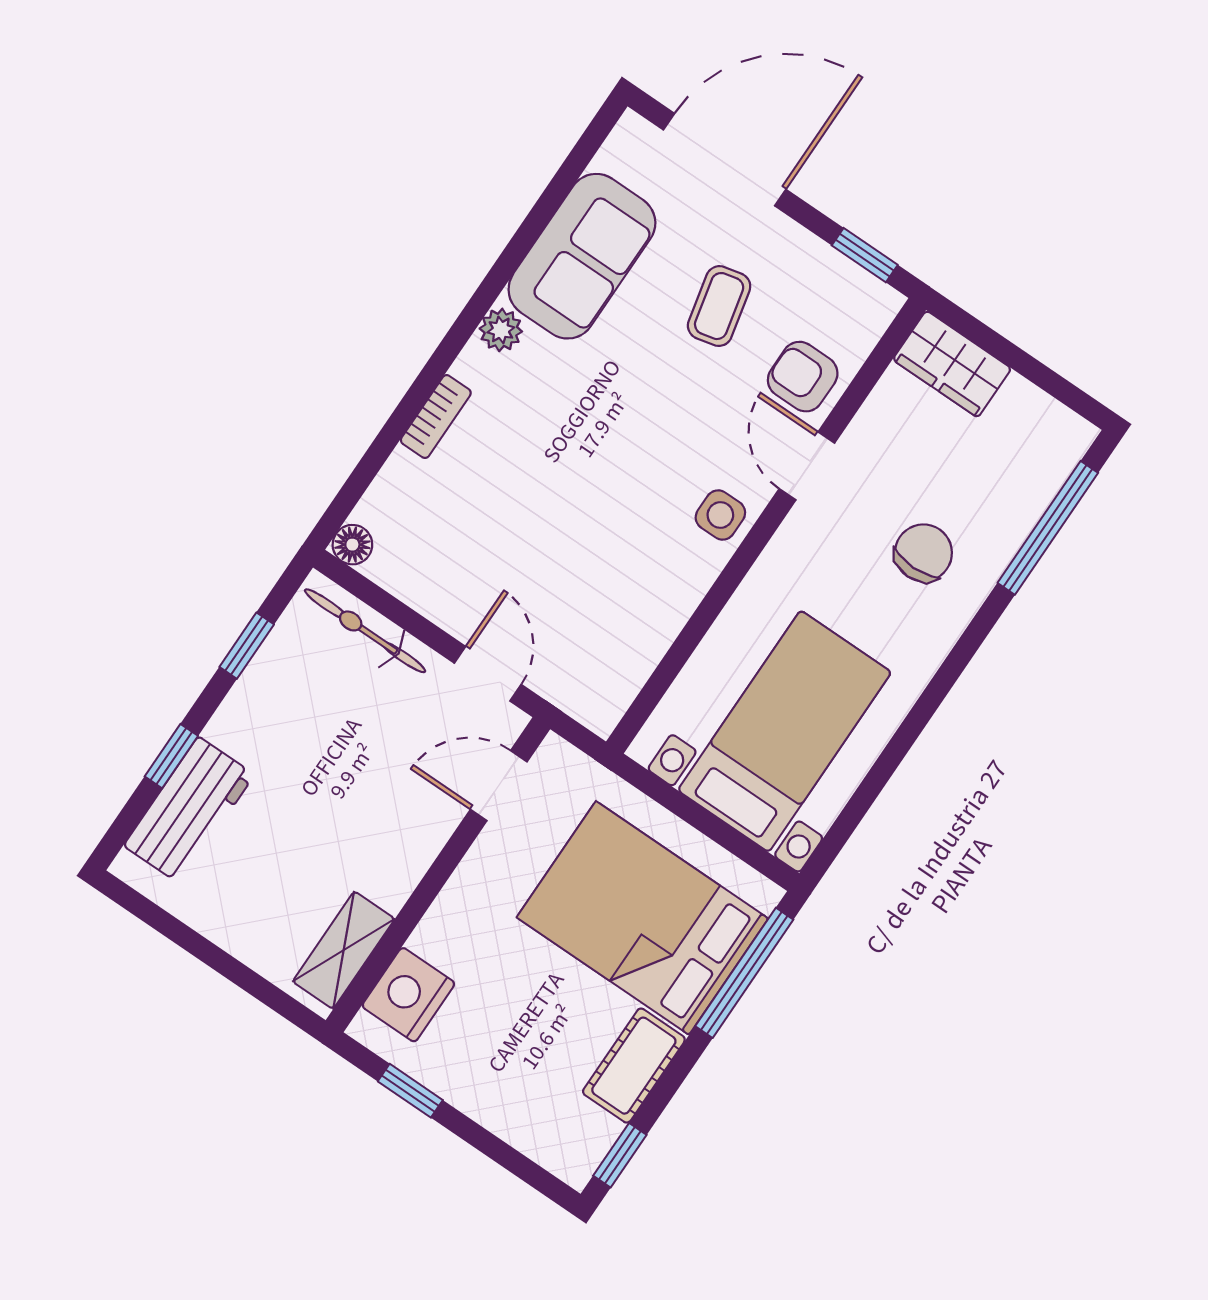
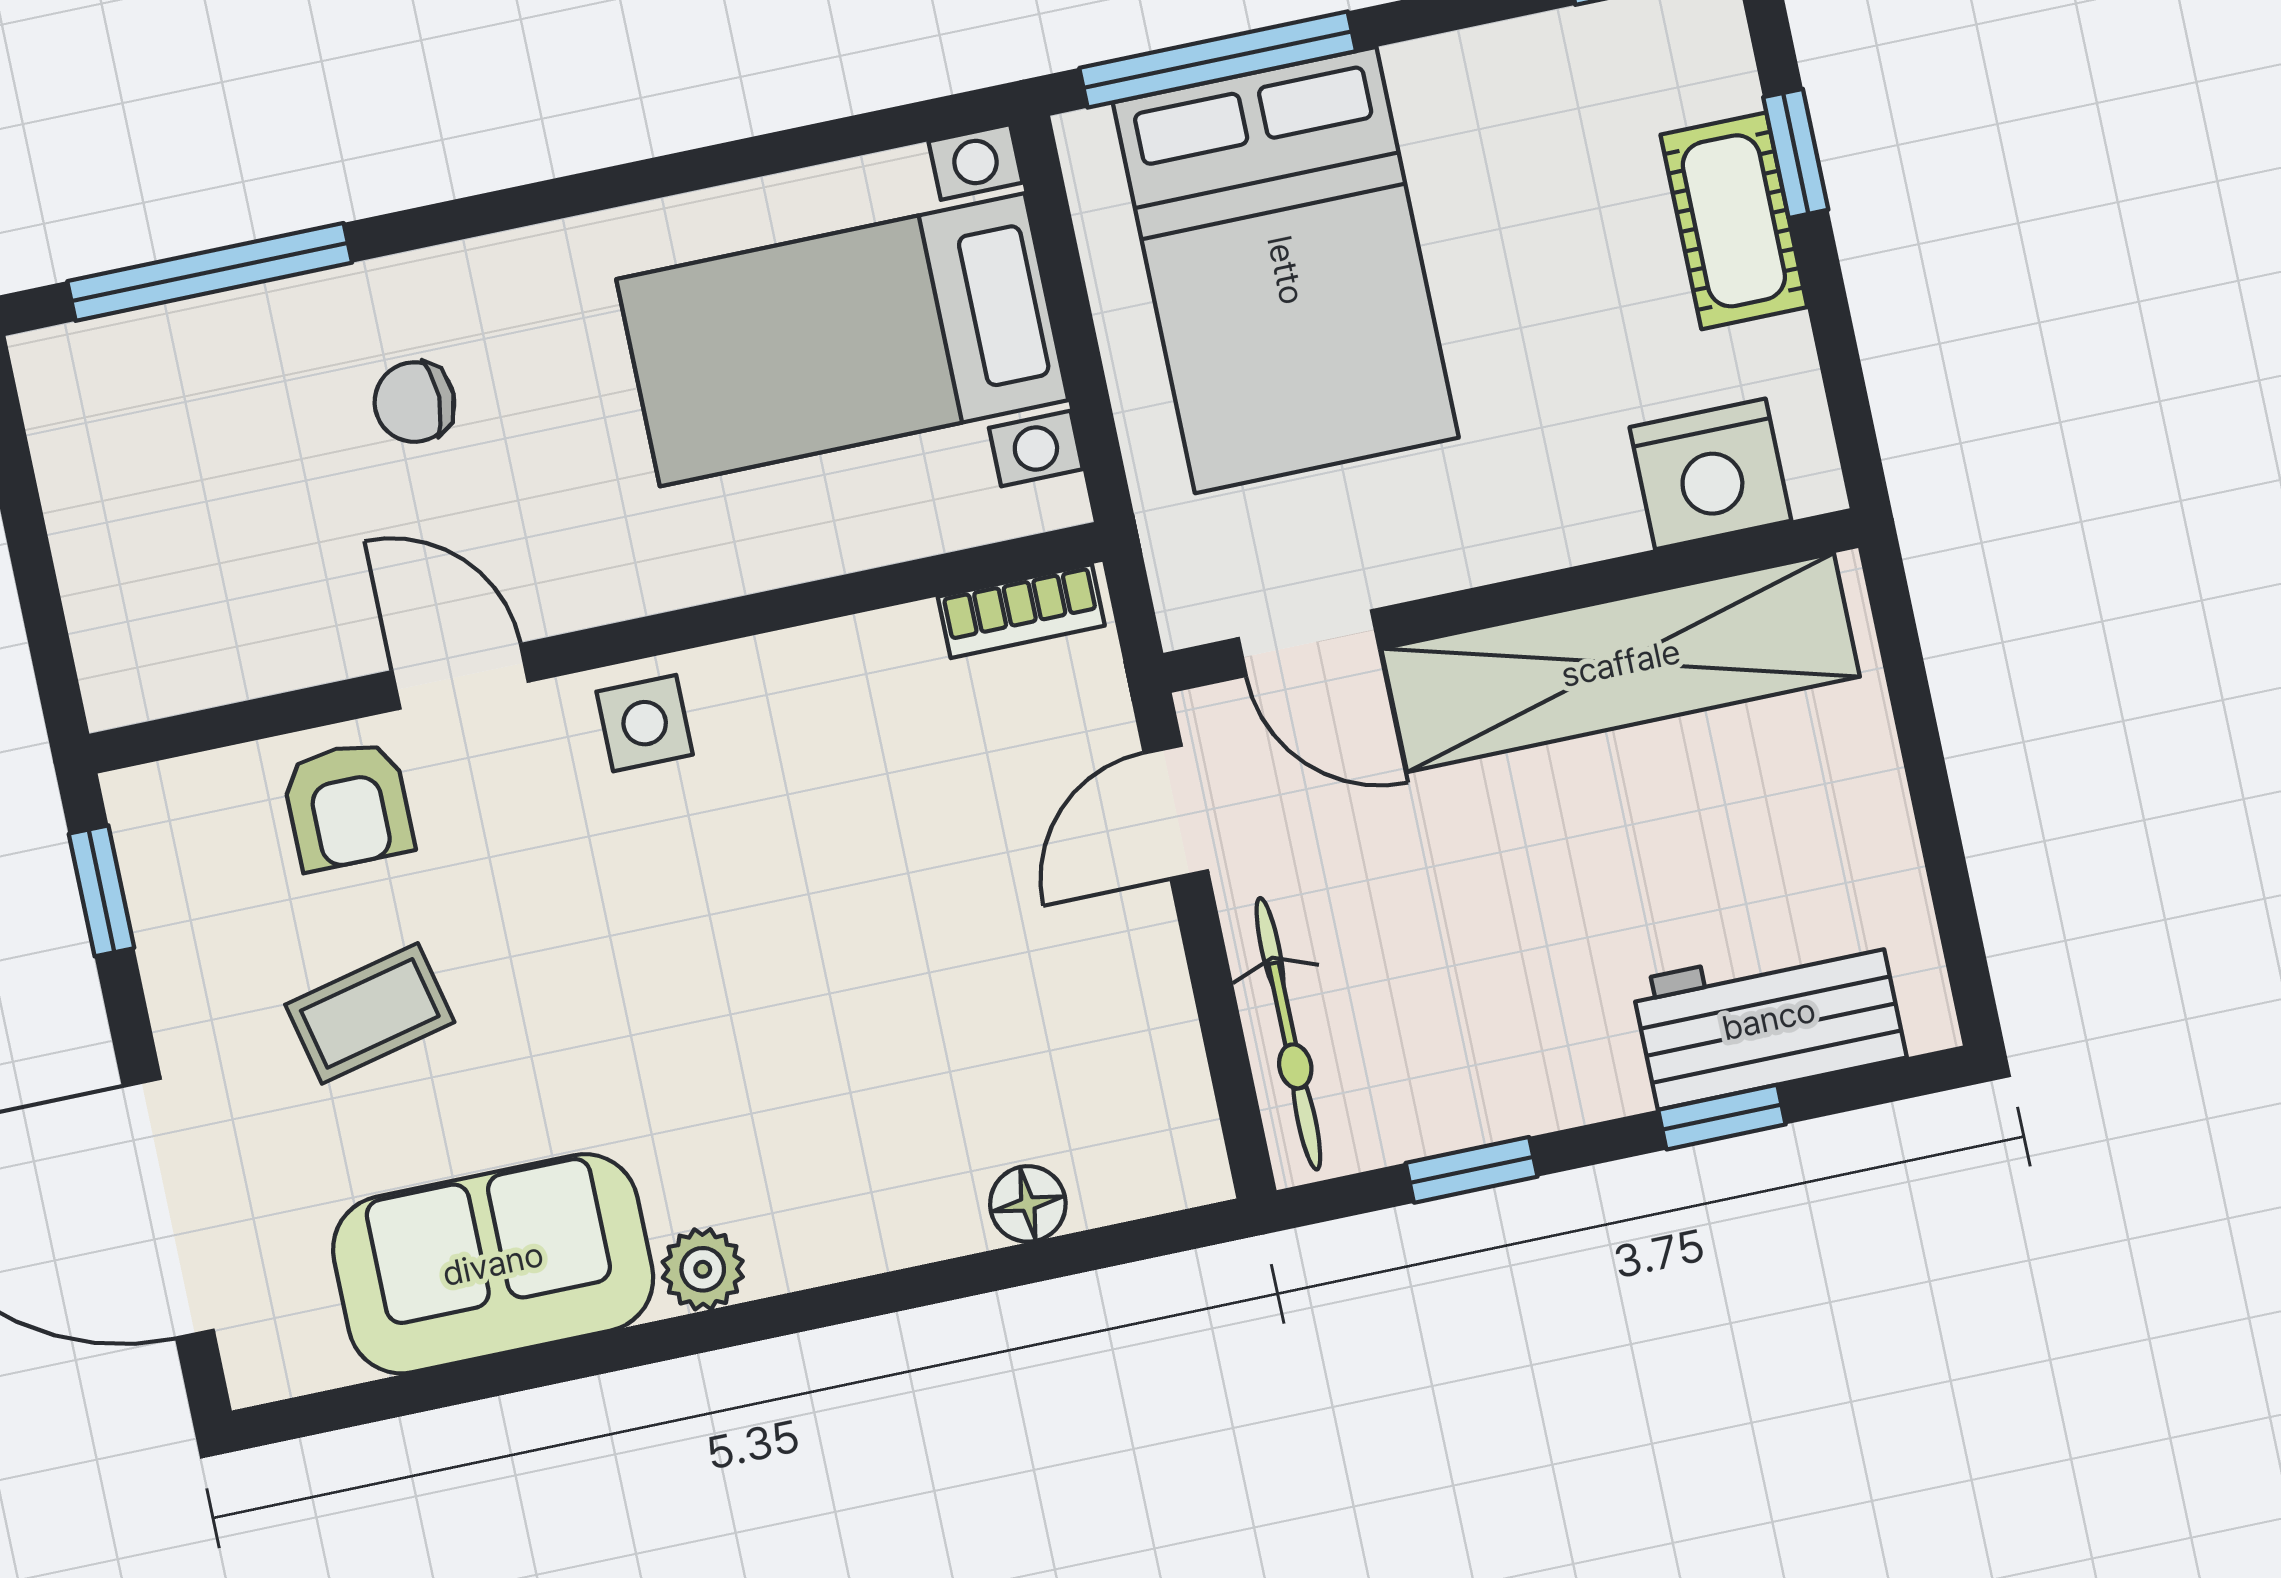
wardrobe: (952, 364) -> (125, 625), removed
bookcase: (436, 417) -> (1021, 611), moved, turned 180
door: (807, 466) -> (460, 676), swing flipped
floor lamp: (352, 545) -> (1028, 1204), moved
chair: (923, 553) -> (414, 402), width x0.73, depth x0.73
shelving: (344, 950) -> (1621, 663), width x2.20, depth x1.33
cot: (634, 1066) -> (1734, 221), moved, turned 90
window: (410, 1091) -> (1796, 153), moved

